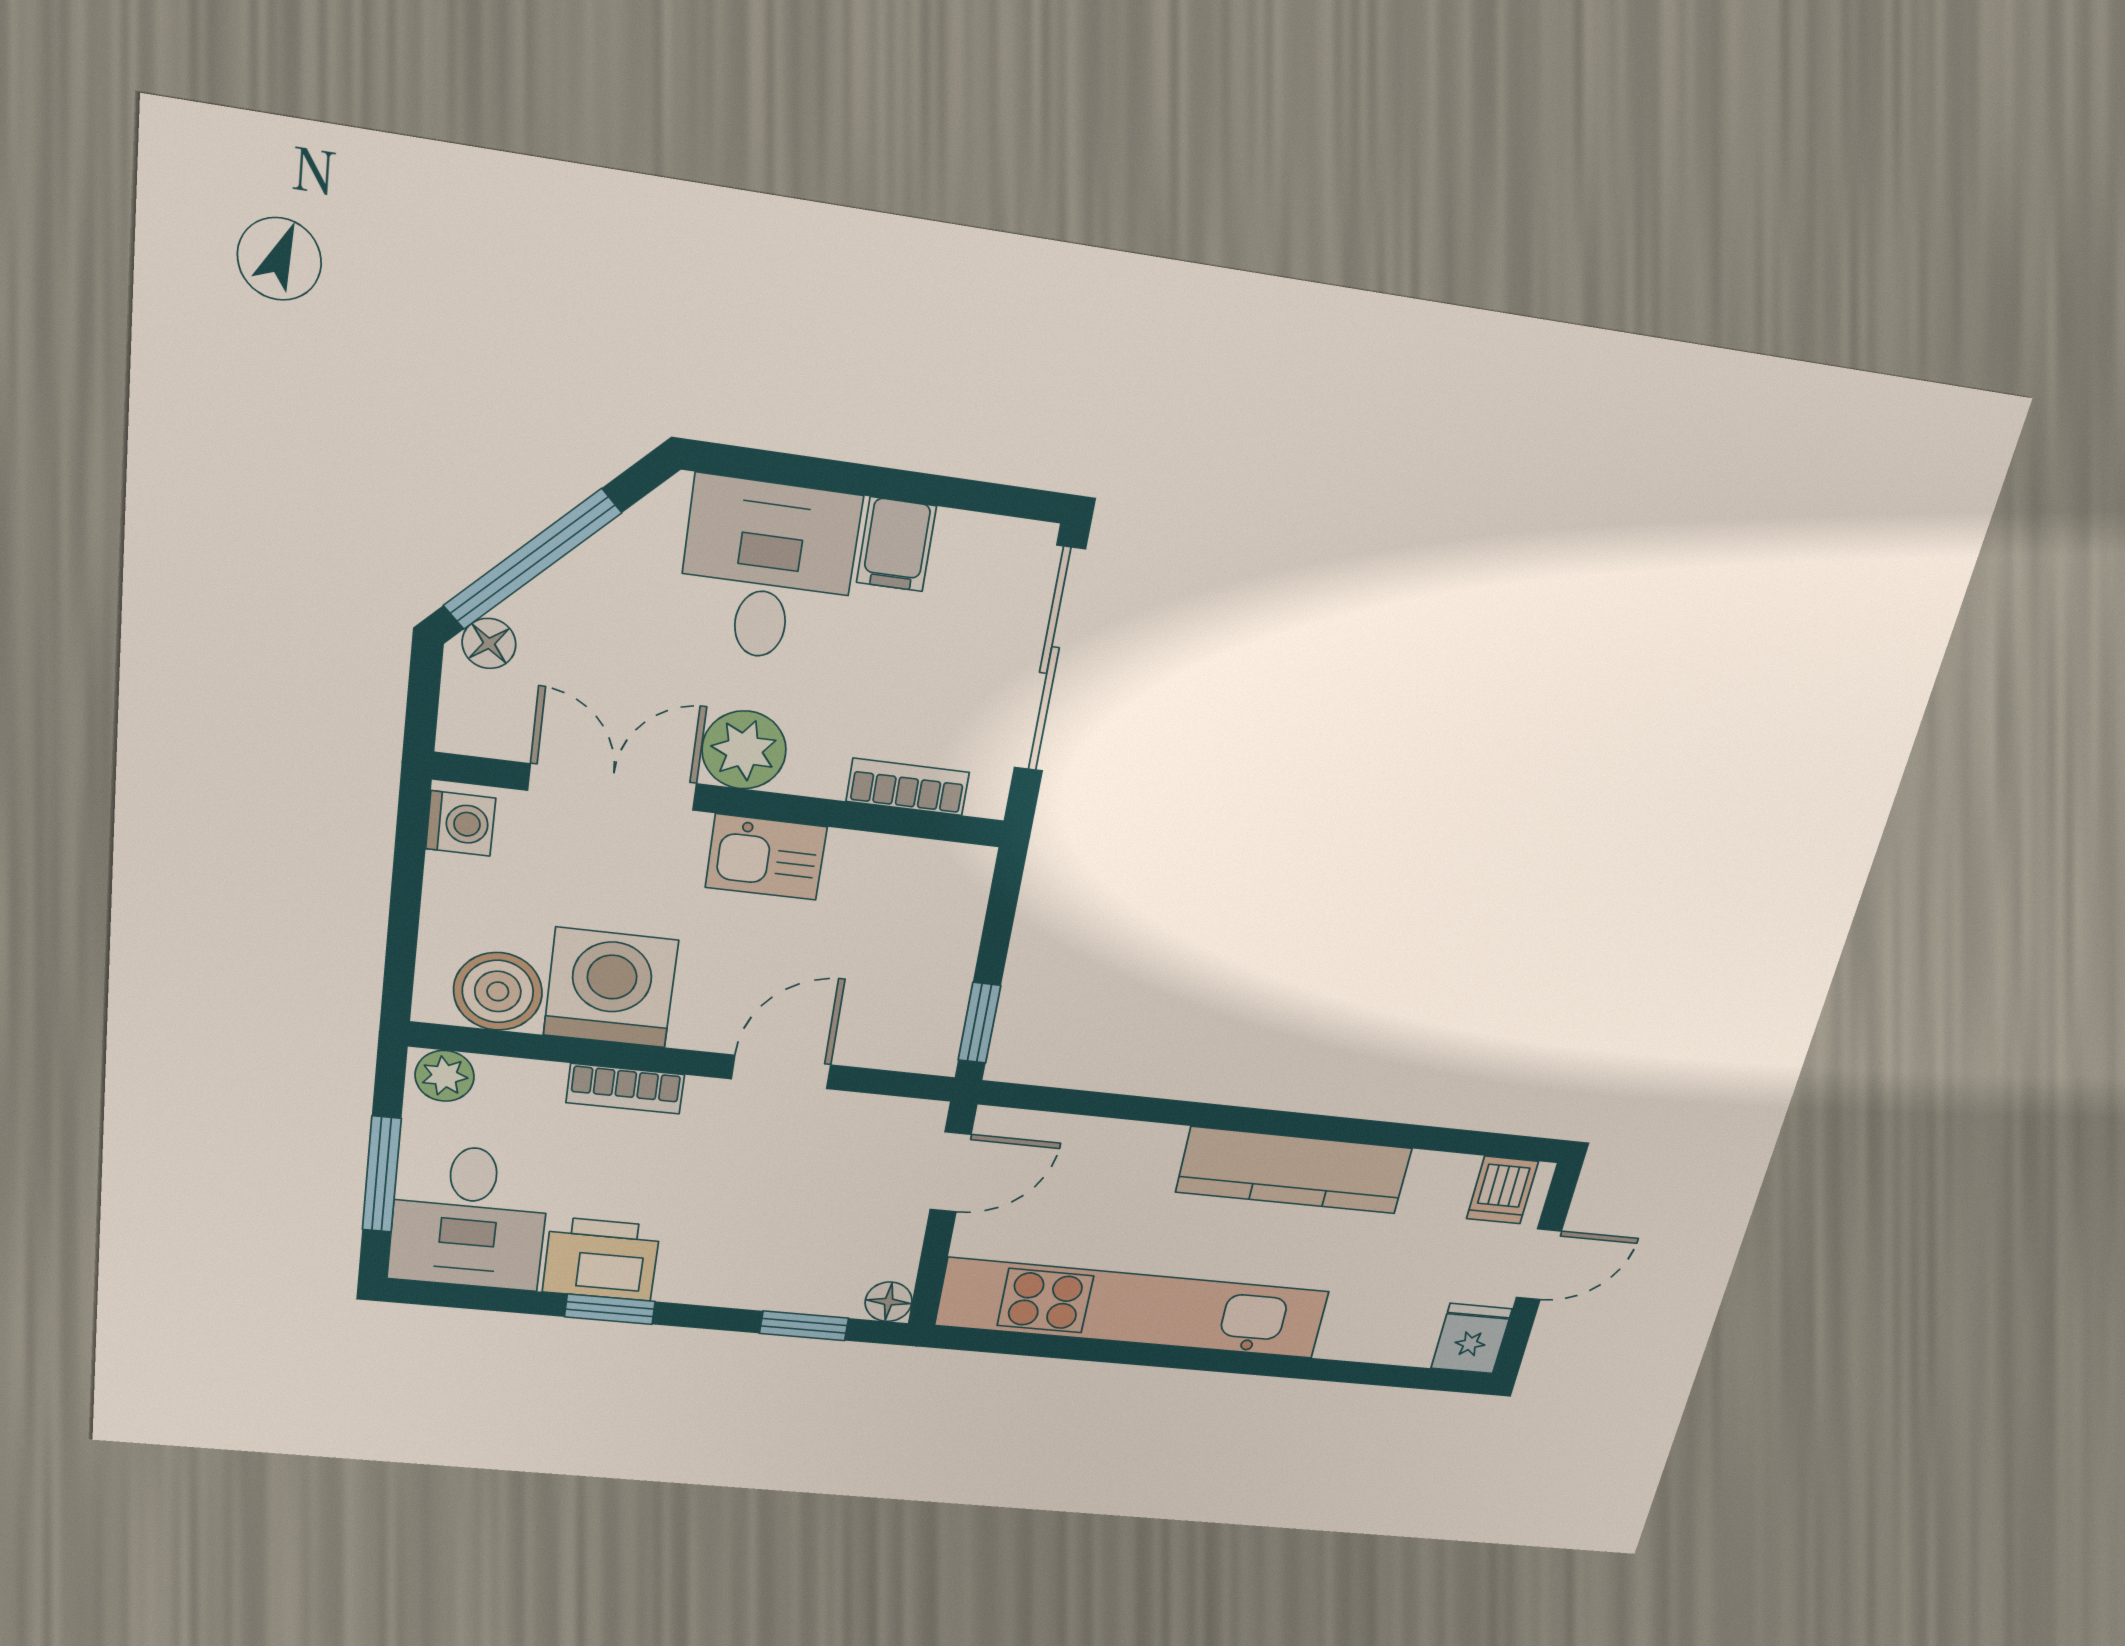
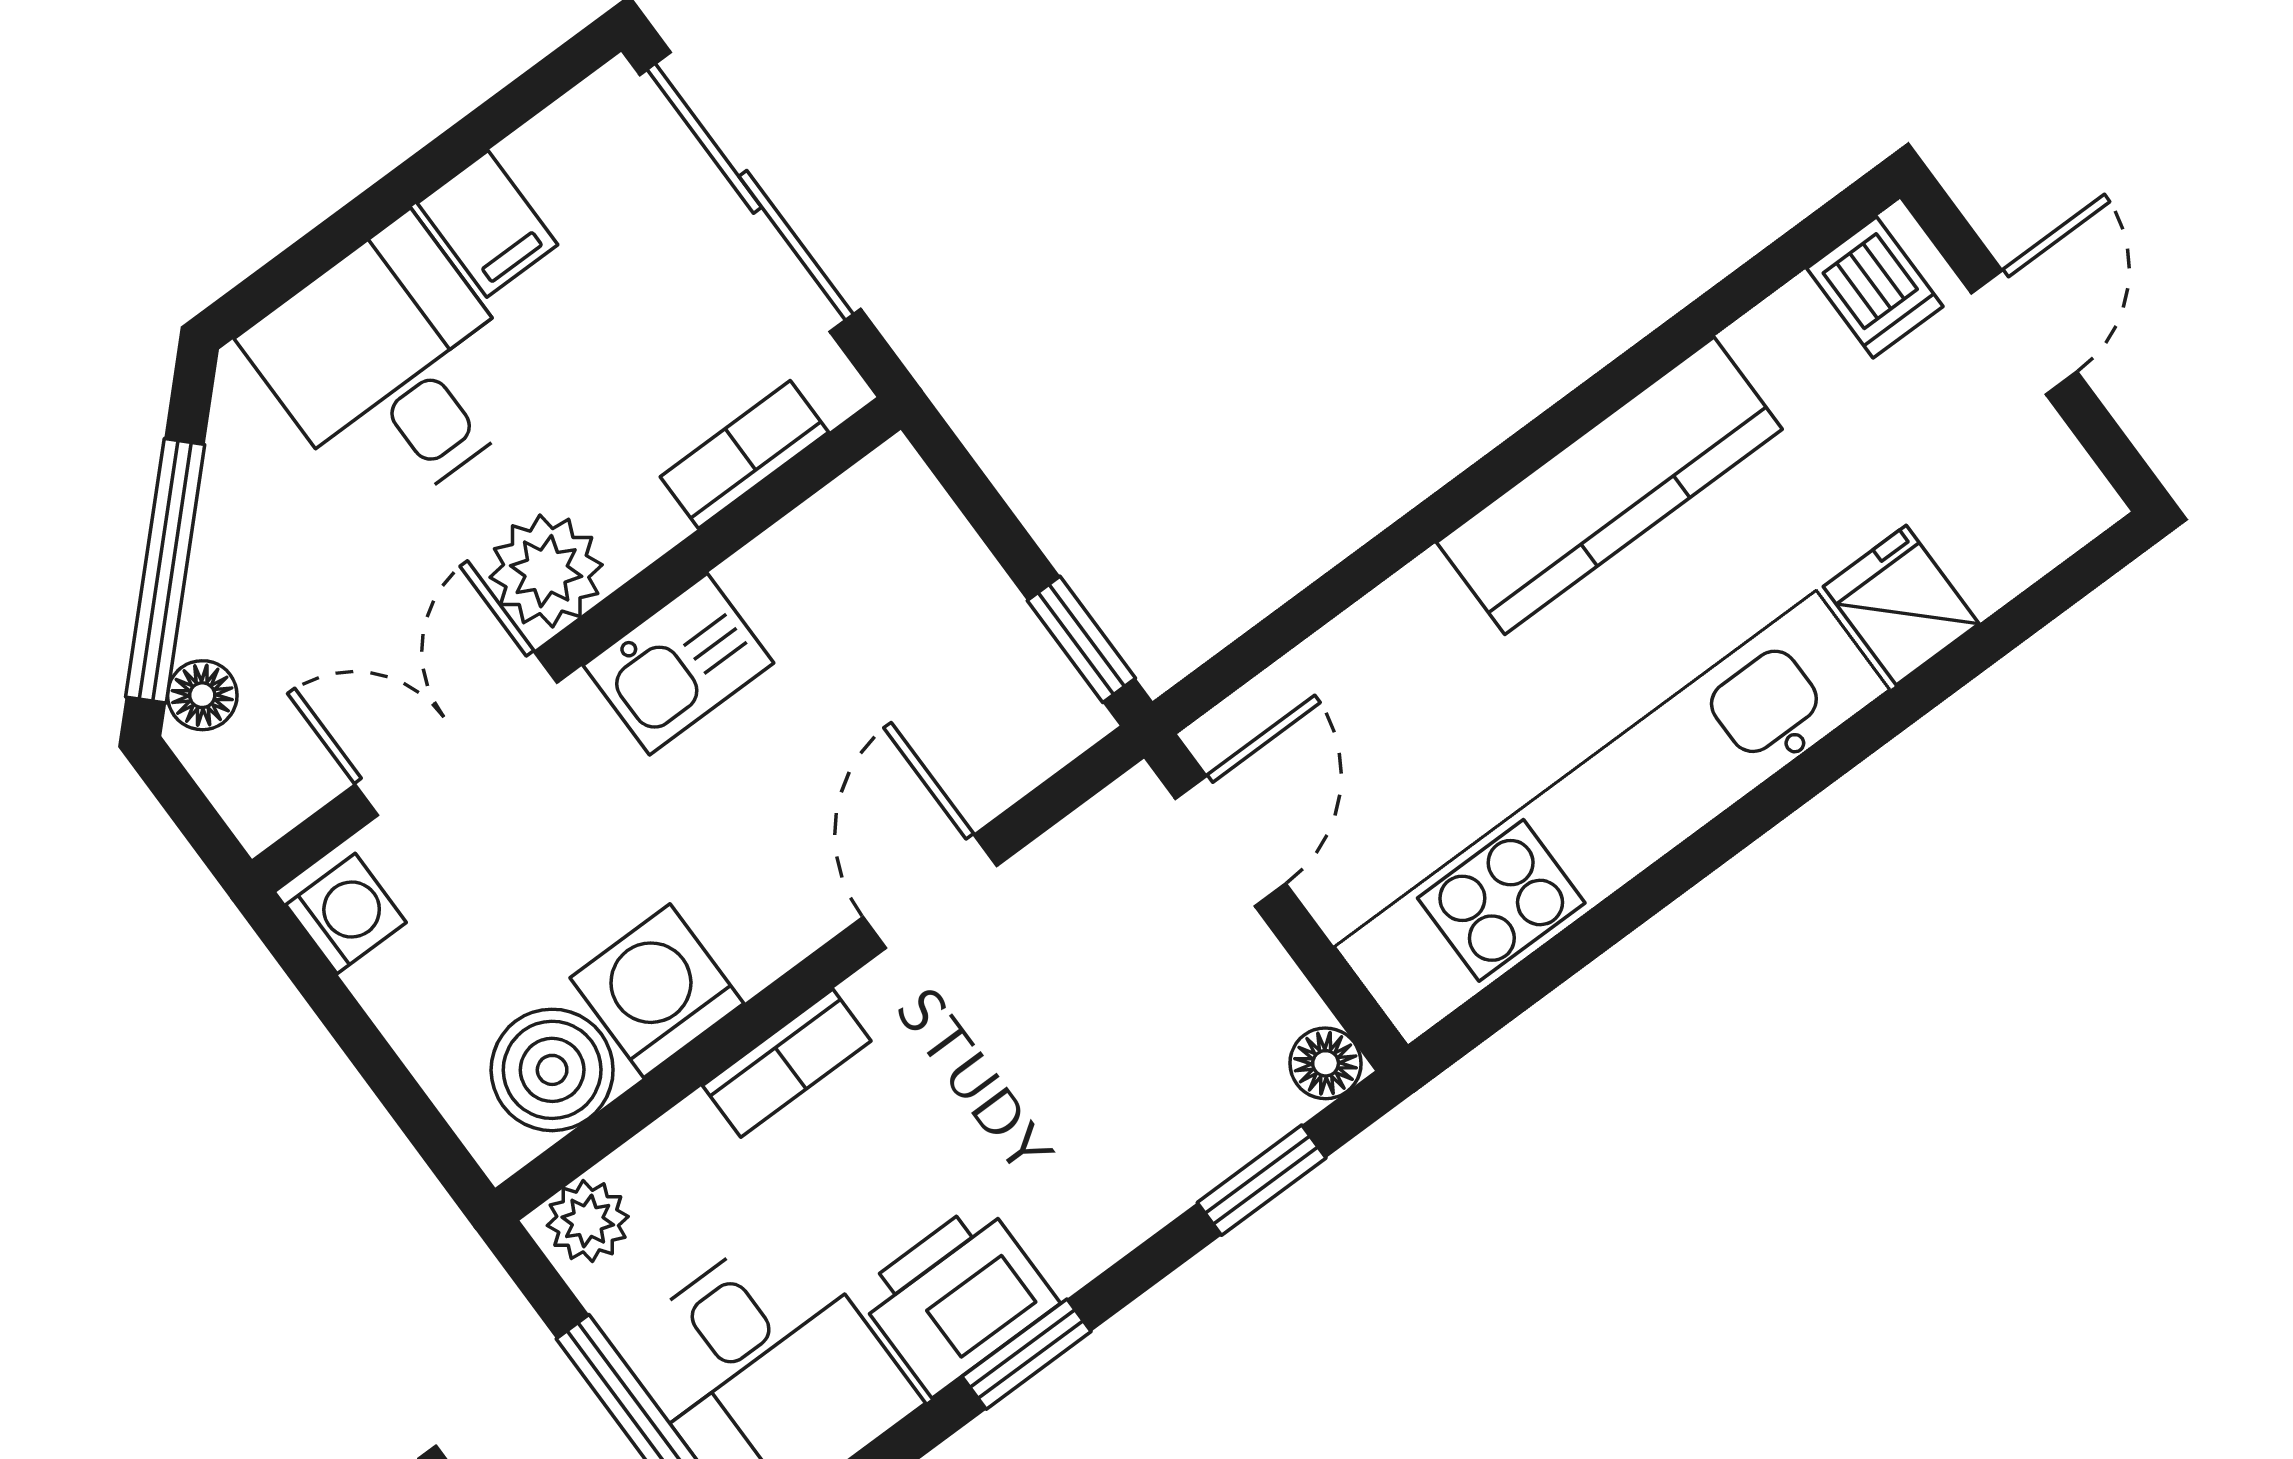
washing machine: (611, 988) -> (657, 991), width x0.73, depth x0.73
fridge: (1472, 1339) -> (1901, 605), moved

